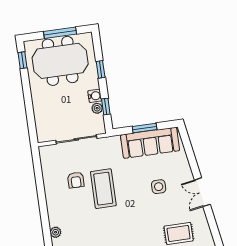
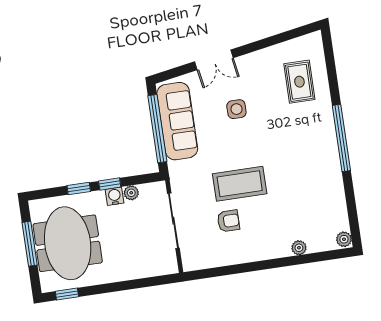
window: (106, 107) -> (110, 184), moved
window: (145, 128) -> (157, 129), width x2.11
double door: (202, 192) -> (214, 60), moved

